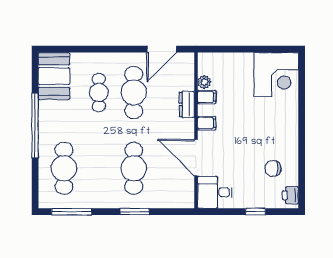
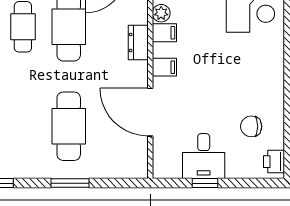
desk: (215, 192) -> (204, 156), moved, turned -90
window: (256, 212) -> (205, 183), moved

